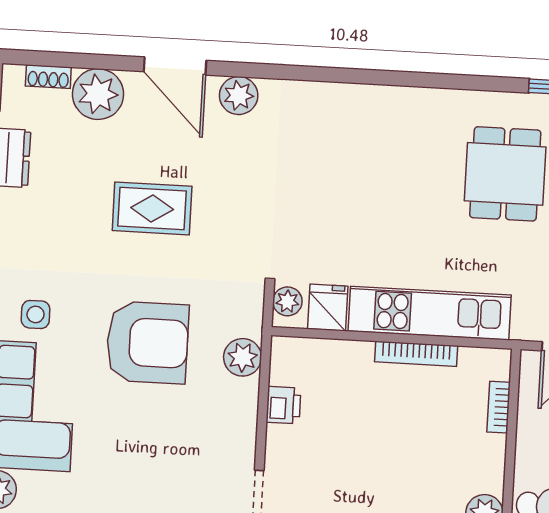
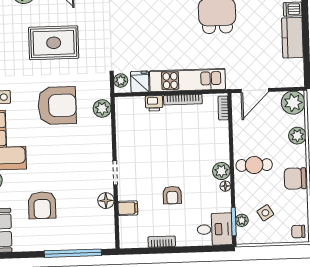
rug: (152, 208) -> (54, 43), width x1.36, depth x1.43
printer: (283, 405) -> (154, 103), moved, turned 90
bookcase: (499, 407) -> (223, 108), moved

